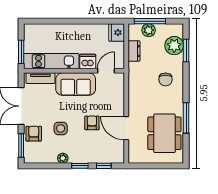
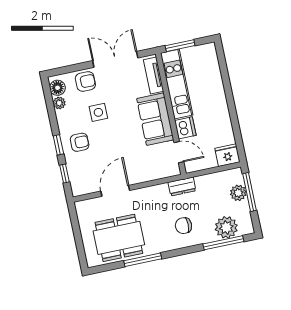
window: (186, 50) -> (223, 243), width x1.44
dresser: (134, 51) -> (182, 186), moved
armchair: (92, 123) -> (80, 142), moved
window: (21, 146) -> (68, 69), removed
floor lamp: (34, 157) -> (57, 88), added
plant: (63, 158) -> (59, 103), moved

